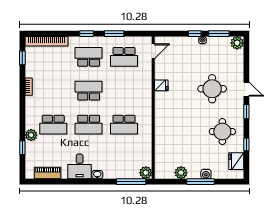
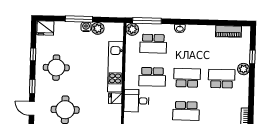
fridge: (161, 85) -> (115, 98), moved
school desk: (124, 125) -> (152, 77), turned 180
kitchen unit: (162, 134) -> (115, 67), added
school desk: (124, 159) -> (153, 44), added
fridge: (236, 161) -> (45, 28), moved, turned 90
desk: (80, 166) -> (136, 101), moved, turned -90
water cooler: (206, 174) -> (86, 27), moved

